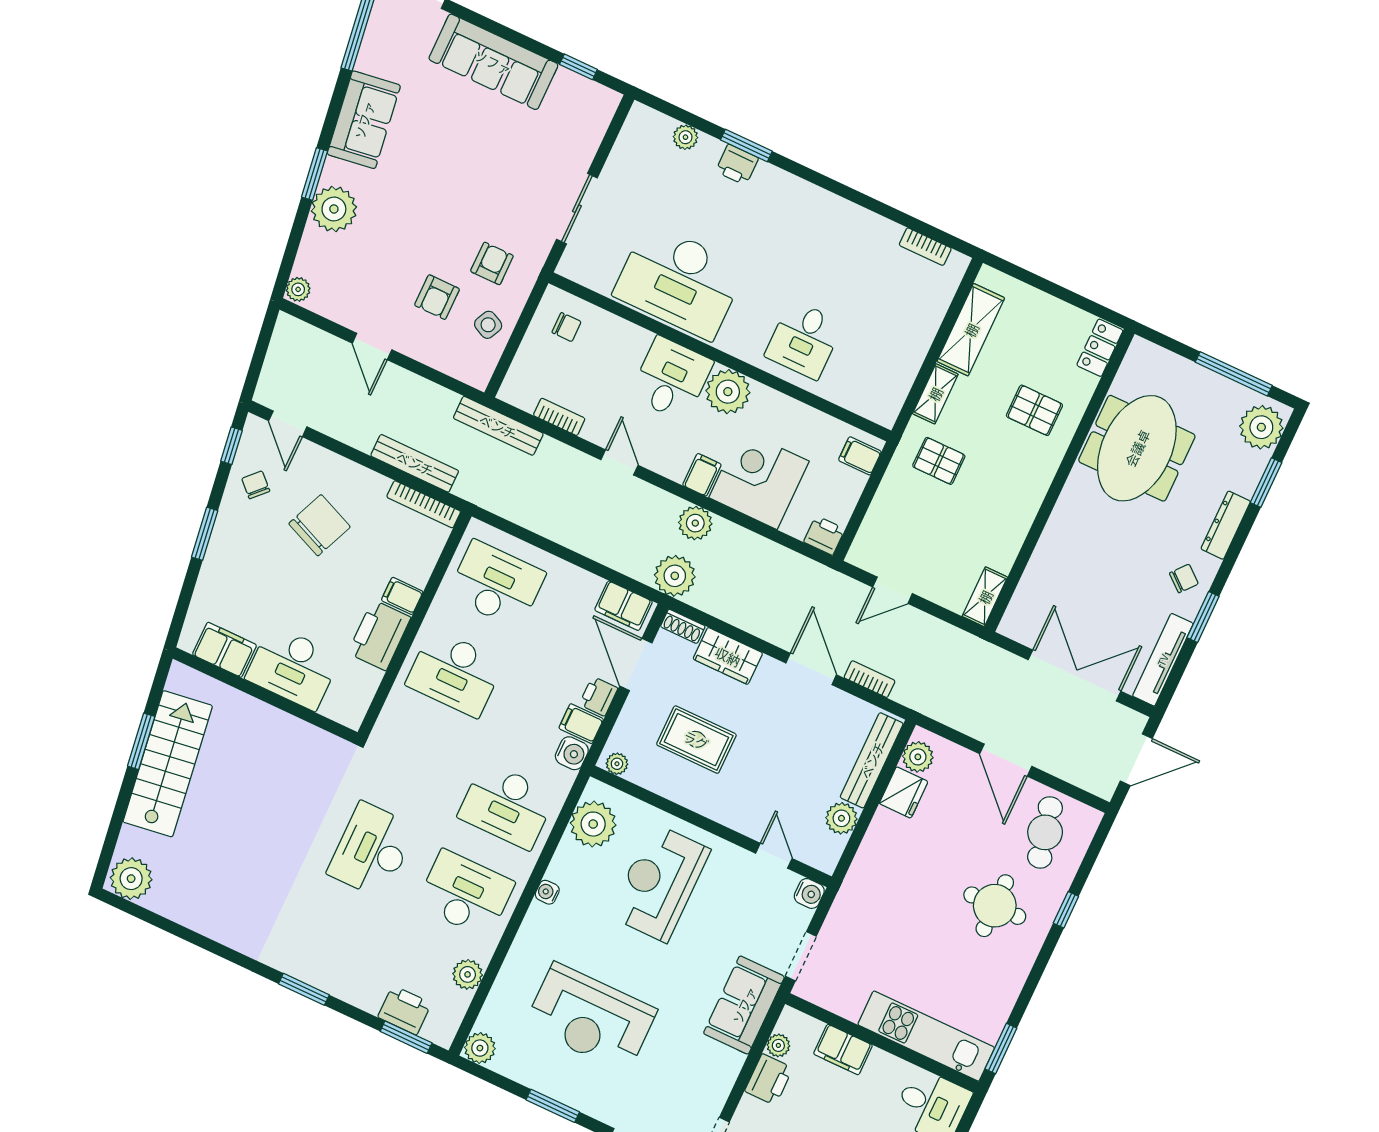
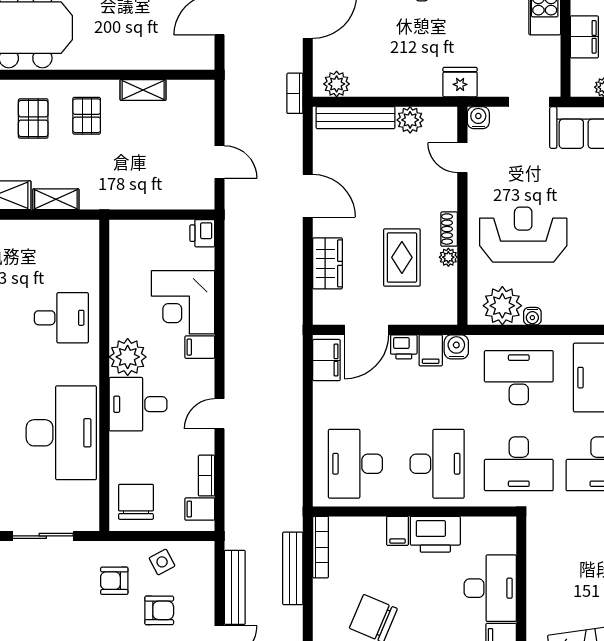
side table: (488, 325) -> (162, 562), turned 36
chair: (567, 327) -> (136, 502), width x1.87, depth x1.87
bench: (498, 426) -> (235, 587), moved
filing cabinet: (860, 456) -> (200, 509), moved, turned 90
pallet: (939, 461) -> (87, 116), moved
plant: (695, 523) -> (239, 335), removed
plant: (675, 576) -> (286, 332), removed
shelving: (985, 597) -> (143, 90), moved
shoe rack: (683, 626) -> (449, 229), moved, turned 180
door: (811, 669) -> (308, 196), swing flipped
bookcase: (870, 679) -> (295, 93), moved
desk: (413, 762) -> (519, 464), added
plant: (617, 764) -> (448, 257), moved
fridge: (904, 792) -> (460, 82), moved
desk: (507, 805) -> (519, 378), turned -90
door: (774, 856) -> (462, 158), hinge flipped
reception desk: (660, 883) -> (523, 235), turned 180
water cooler: (547, 892) -> (532, 316), moved

